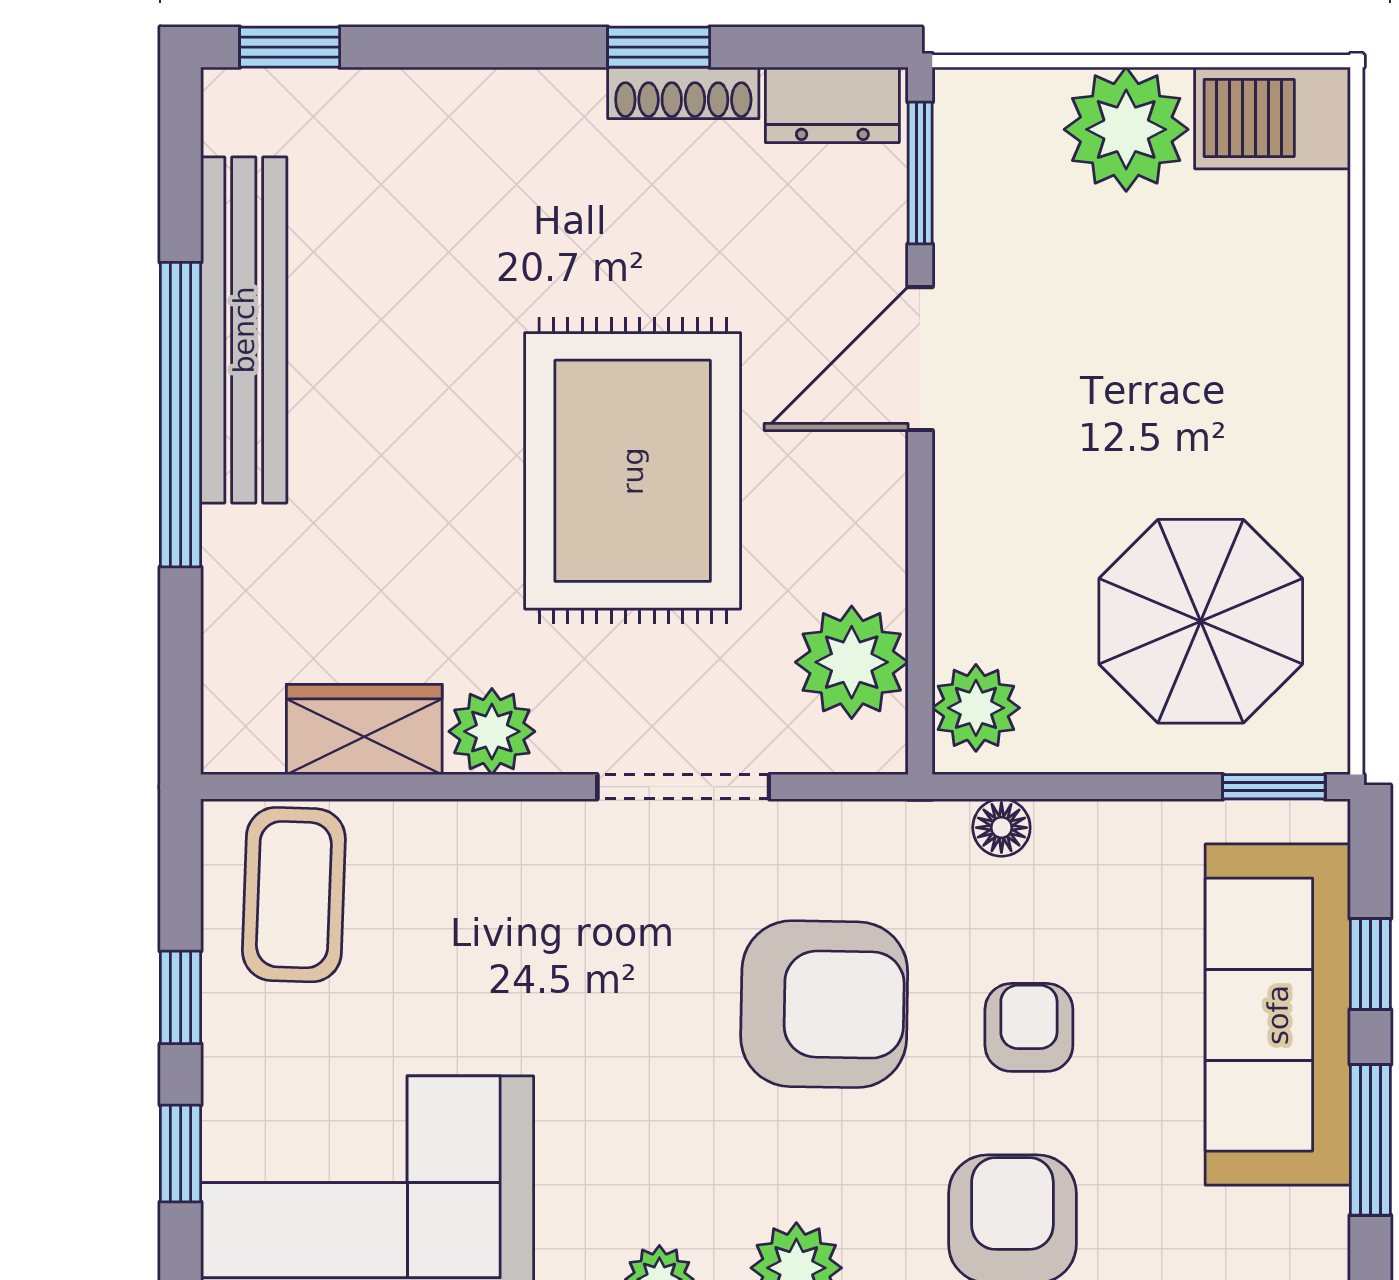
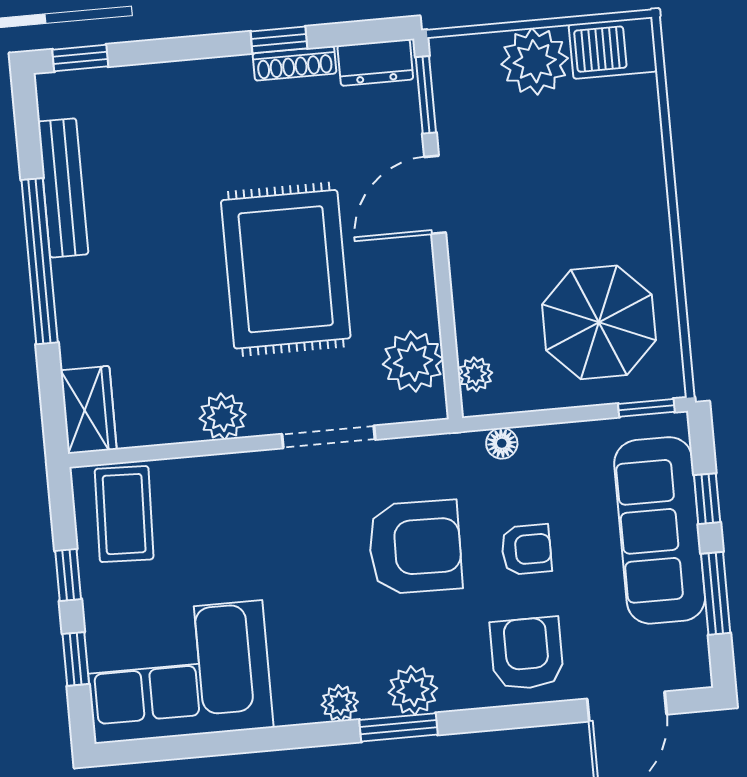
bench: (244, 330) -> (63, 188), width x0.73, depth x0.82
plant: (976, 708) -> (475, 374), width x0.73, depth x0.73
wardrobe: (364, 730) -> (89, 410), moved, turned 90
armchair: (1029, 1027) -> (526, 550), turned 90

